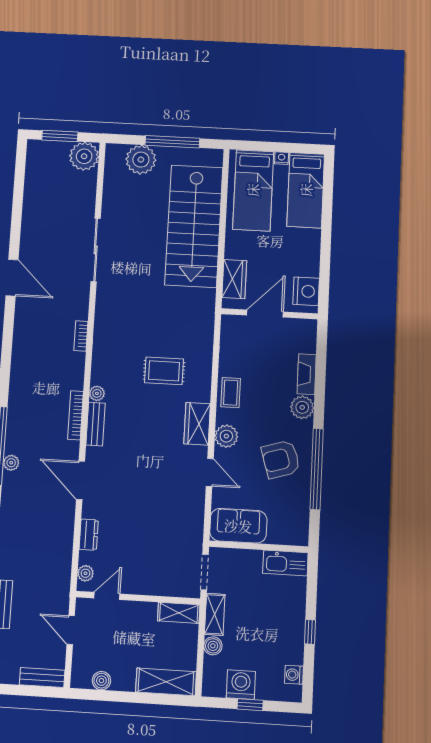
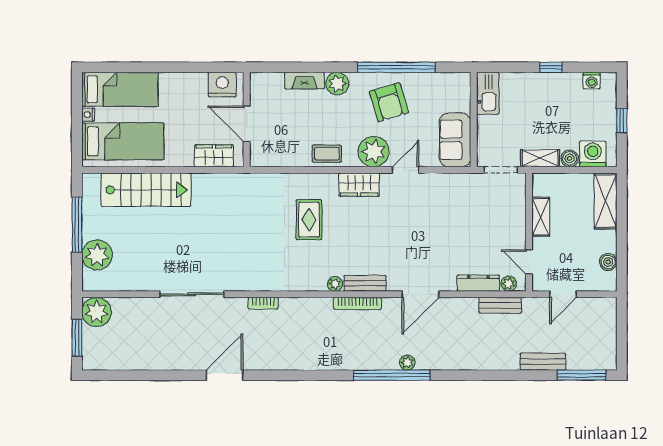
stairs: (194, 226) -> (146, 190), width x0.73, depth x0.66
bookcase: (81, 336) -> (263, 303), moved
plant: (226, 436) -> (374, 152), width x1.36, depth x1.36
dresser: (89, 535) -> (478, 283), width x1.44
shelving: (179, 613) -> (541, 217), moved
bench: (42, 677) -> (500, 305), moved, turned 90
washing machine: (241, 685) -> (593, 154), moved, turned 90

